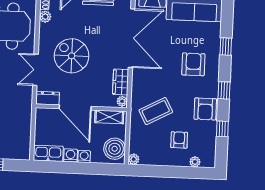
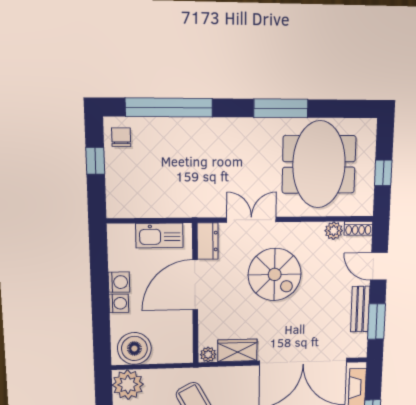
spiral stairs: (72, 56) -> (275, 274), turned 90
shelving: (109, 117) -> (183, 337), removed
kitchen sink: (48, 153) -> (159, 236), moved, turned 90
plant: (134, 159) -> (128, 385), width x1.87, depth x1.87

